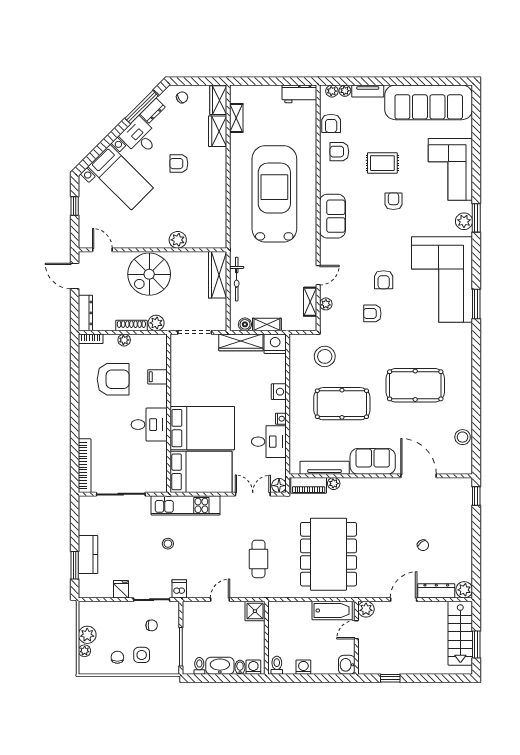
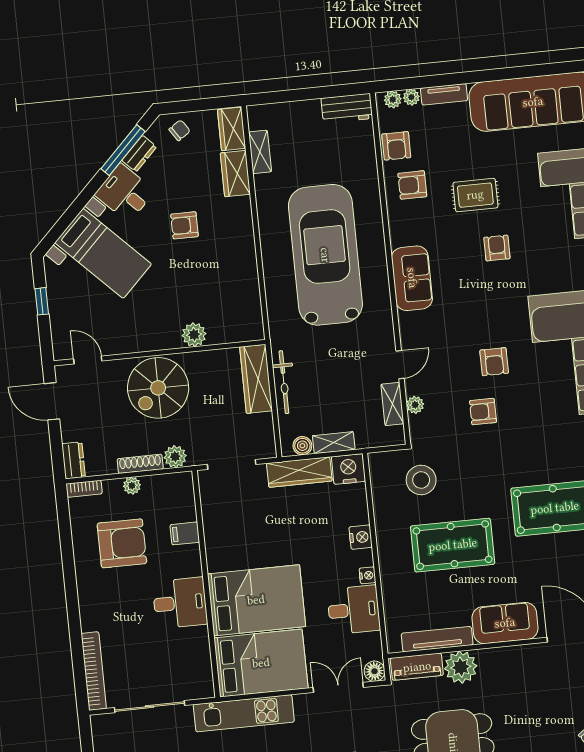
dresser: (85, 313) -> (74, 460), width x0.70
plant: (334, 483) -> (461, 667), width x1.88, depth x1.88

